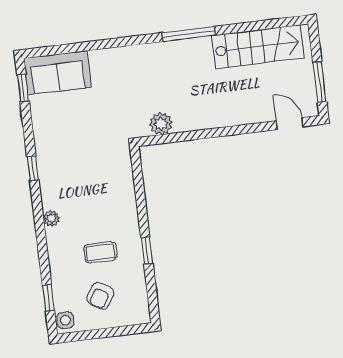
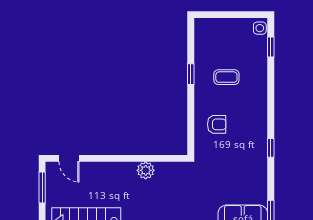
plant: (161, 124) -> (146, 170), moved
plant: (51, 218) -> (261, 108), removed
armchair: (100, 296) -> (217, 124), moved, turned 58

